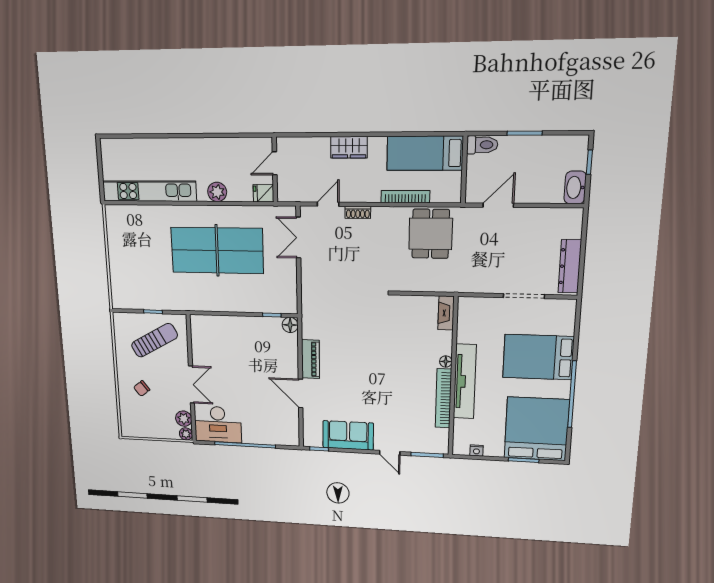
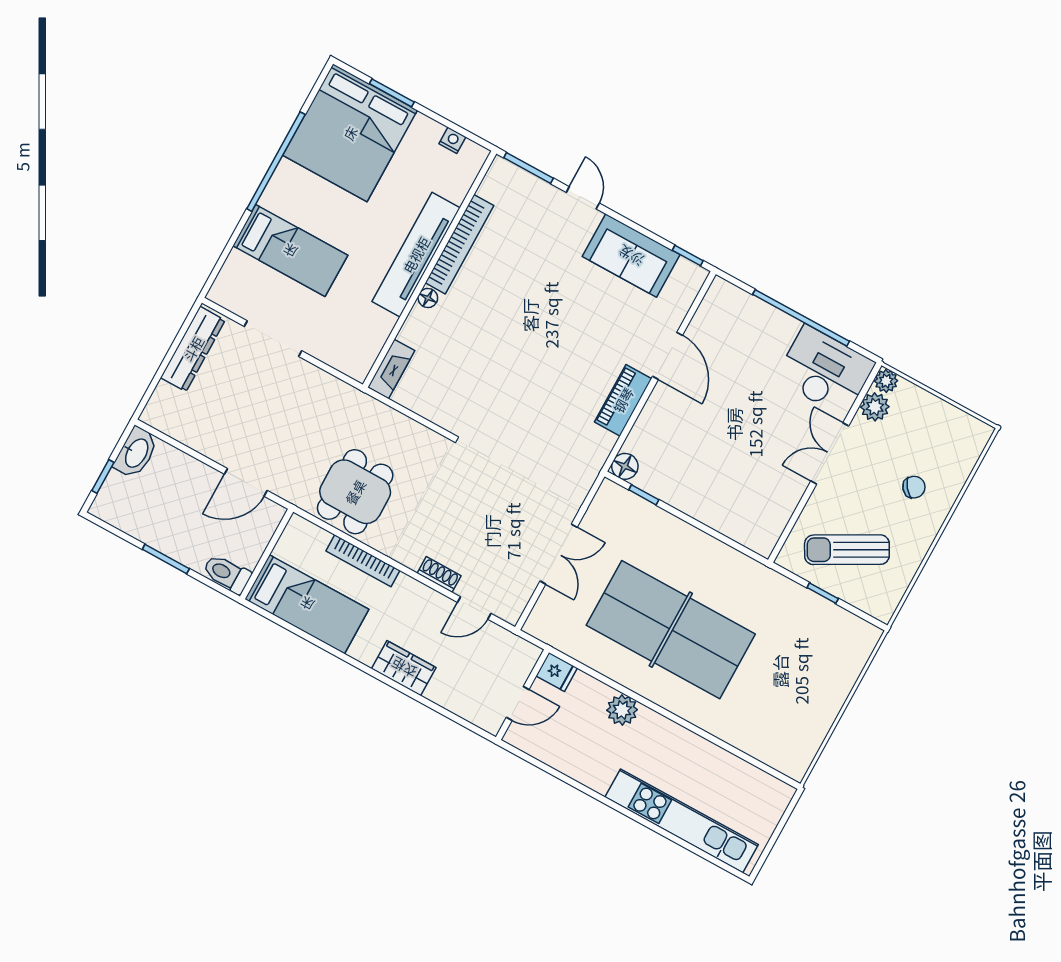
kitchen unit: (149, 191) -> (682, 821), moved, turned 180
double door: (298, 238) -> (559, 554), moved
bed: (538, 357) -> (290, 251), width x0.67

